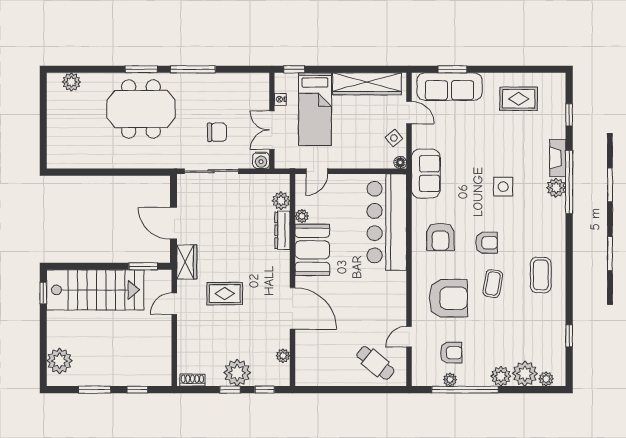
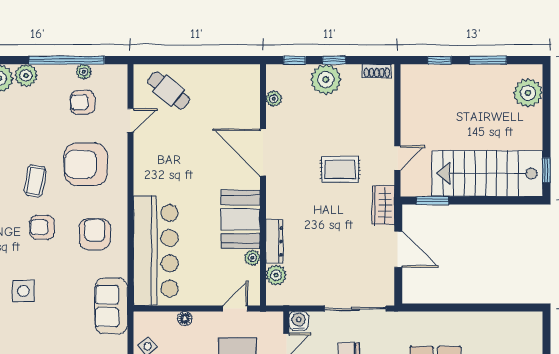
floor lamp: (400, 162) -> (185, 319), moved

